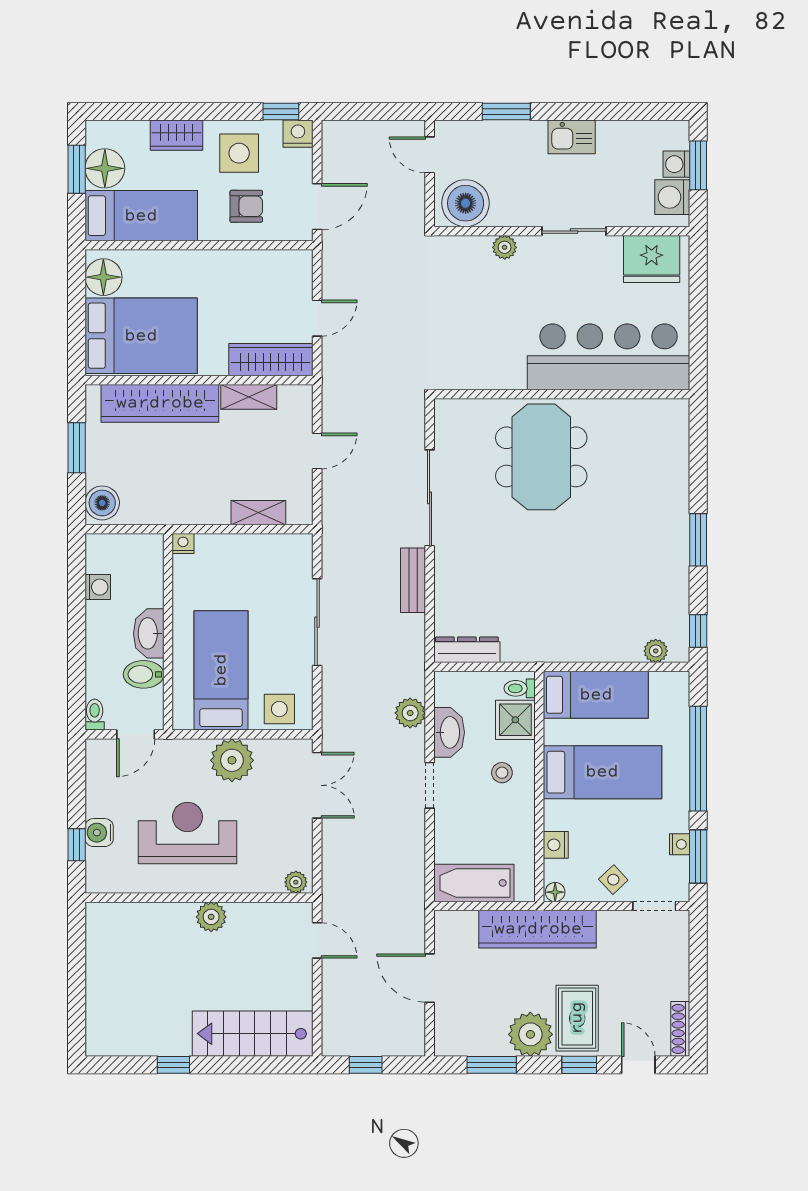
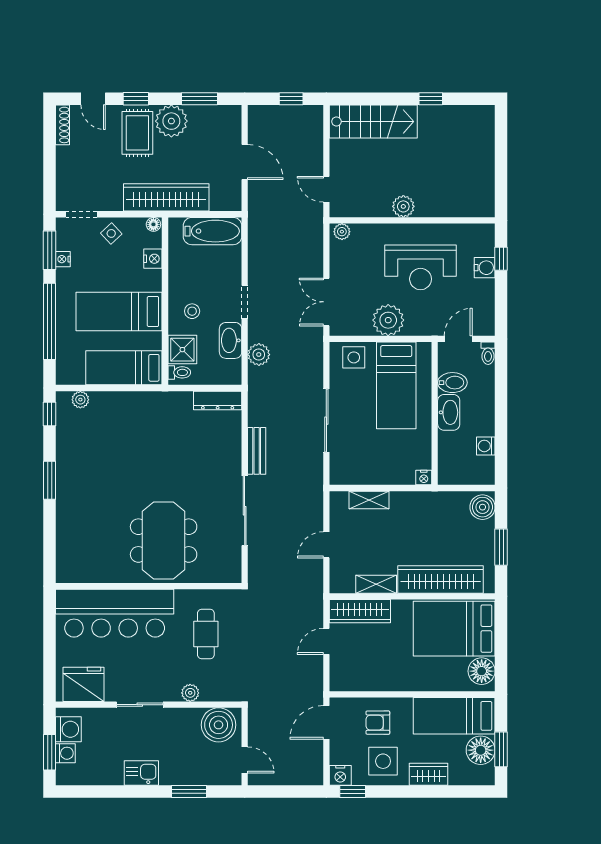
cafe table: (483, 328) -> (206, 634), added

